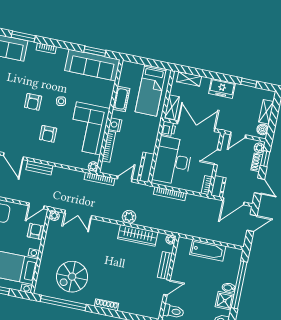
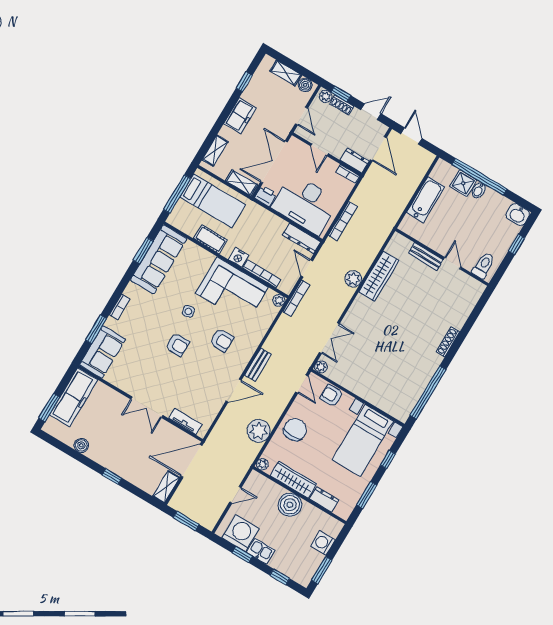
window: (146, 62) -> (177, 194), added
plant: (171, 239) -> (397, 239), removed
spiral stairs: (72, 277) -> (400, 371), removed
shower: (225, 301) -> (463, 183), moved

